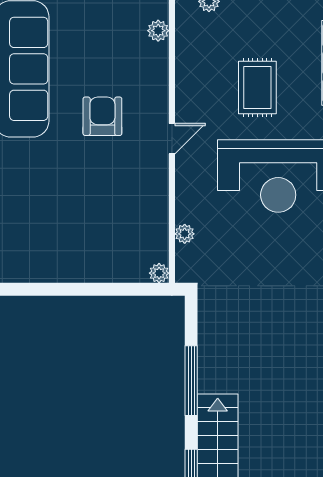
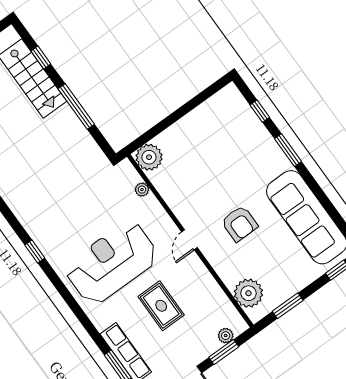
plant: (158, 31) -> (248, 293), width x1.88, depth x1.88
plant: (159, 273) -> (149, 157), width x1.87, depth x1.87

